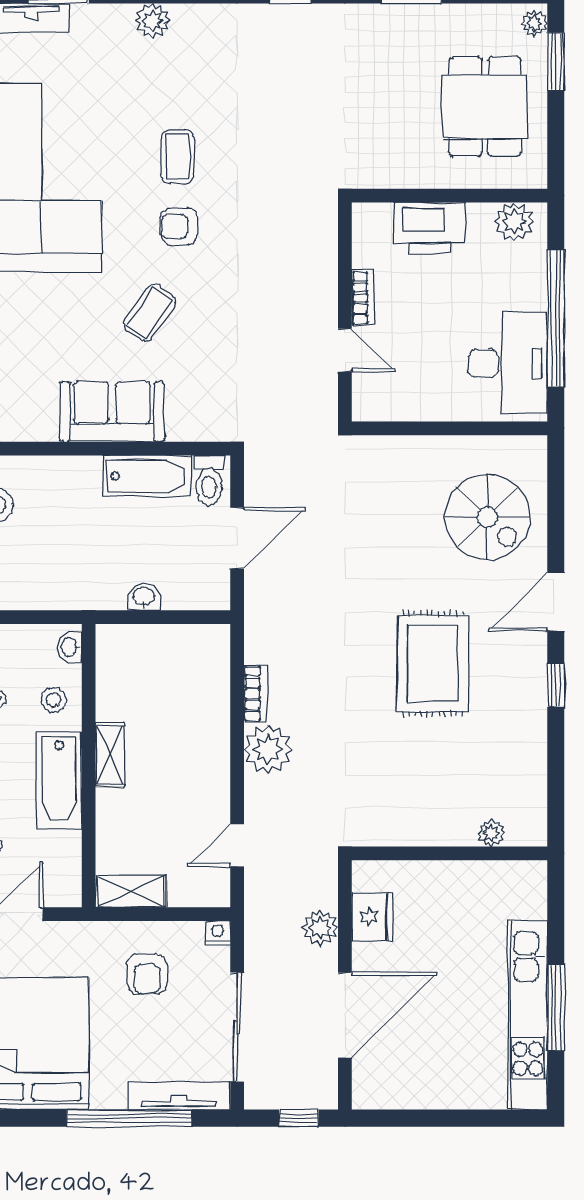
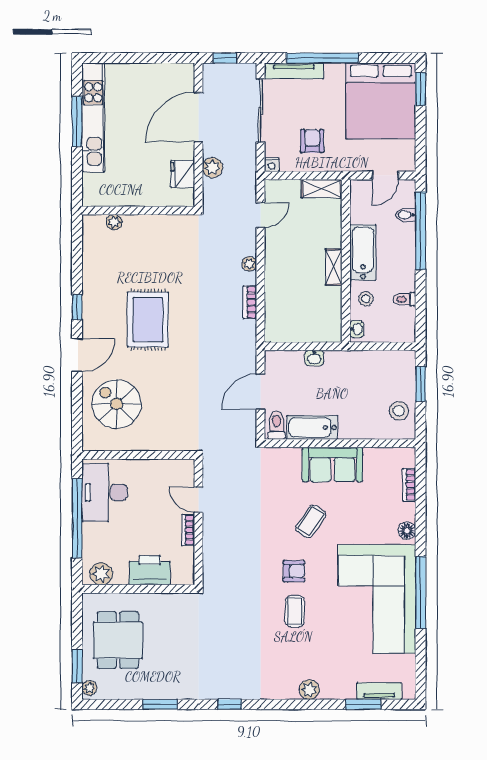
plant: (268, 749) -> (249, 264), width x0.53, depth x0.53

